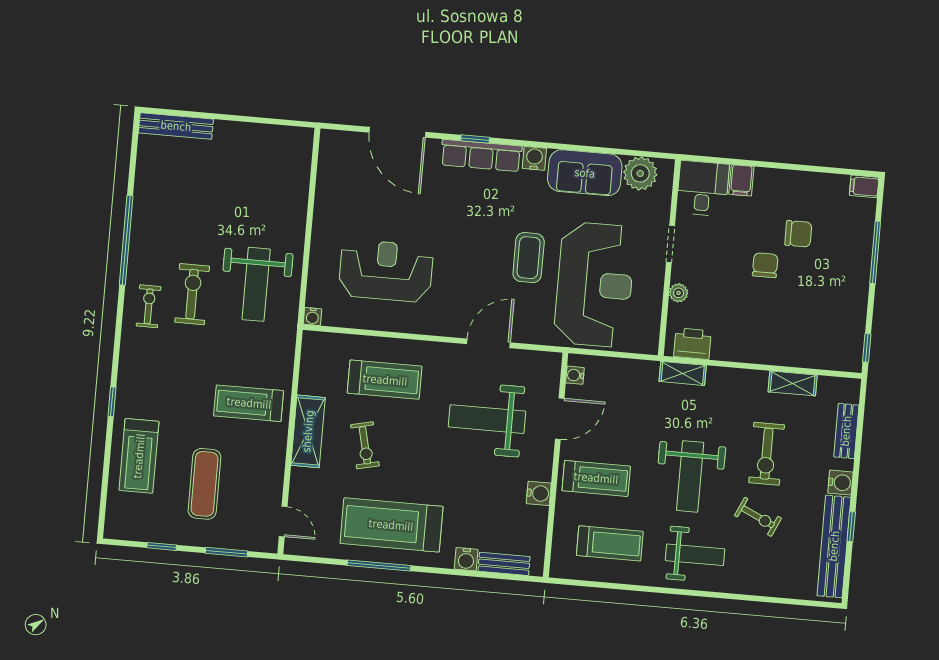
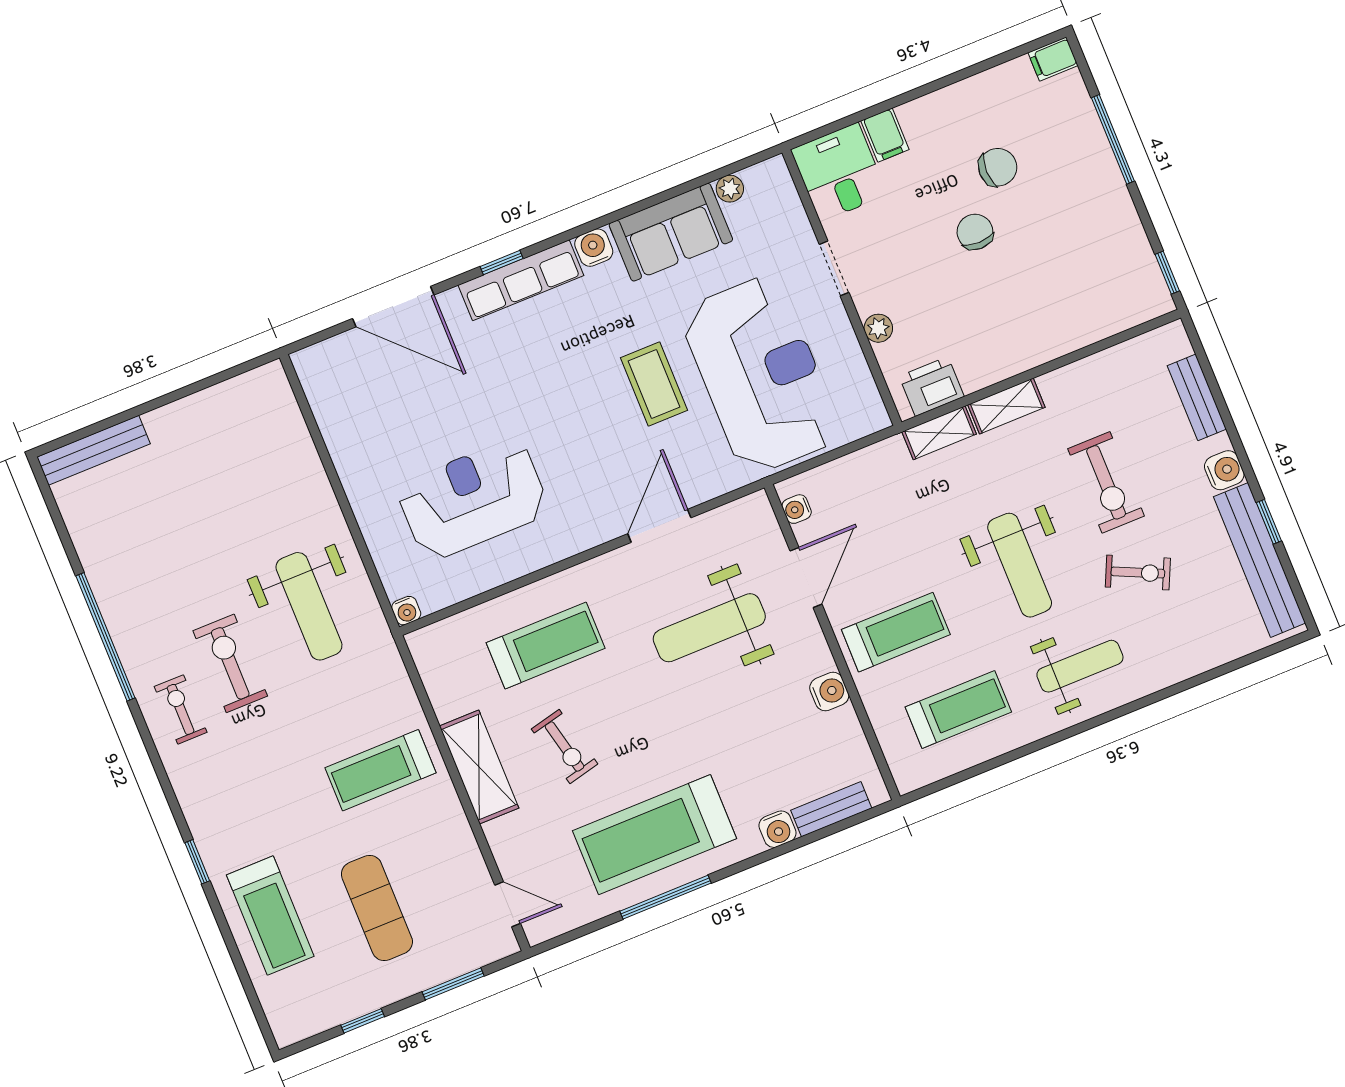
plant: (640, 173) -> (730, 189), width x0.53, depth x0.53
shelving: (793, 383) -> (1006, 406), moved

